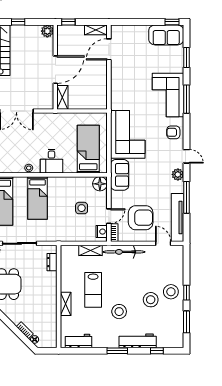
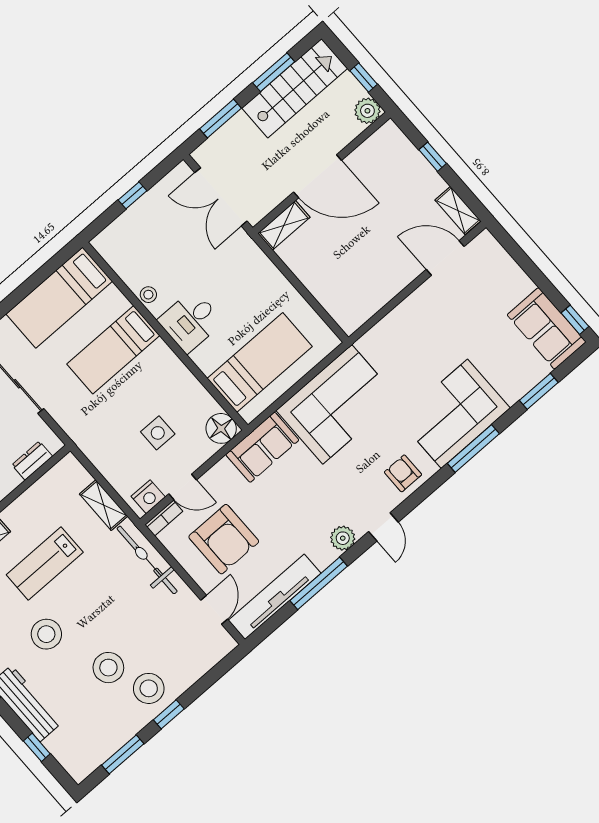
plant: (47, 31) -> (367, 111), moved
wall: (55, 67) -> (322, 173), moved
door: (55, 70) -> (318, 176), moved
shelving: (62, 97) -> (284, 225), moved

